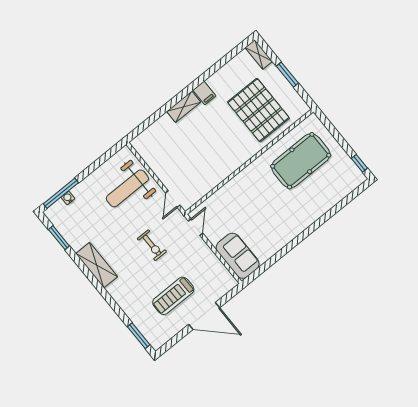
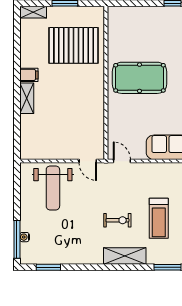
pool table: (301, 161) -> (139, 78), moved, turned 90
exercise bike: (152, 245) -> (117, 220), moved
shelving: (97, 265) -> (125, 256), moved

